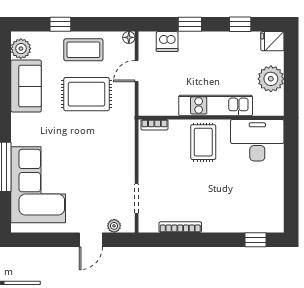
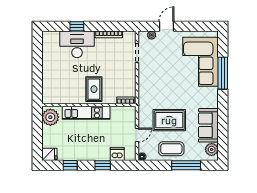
window: (60, 24) -> (186, 165), width x2.17
plant: (271, 79) -> (50, 117), moved
desk: (257, 140) -> (77, 44), moved, turned 180
window: (256, 240) -> (77, 26), moved

